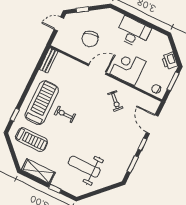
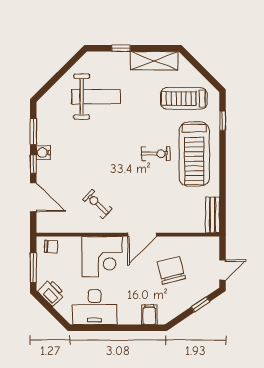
filing cabinet: (117, 18) -> (149, 315), added
desk: (133, 32) -> (95, 307), moved
water cooler: (133, 148) -> (43, 153), added

